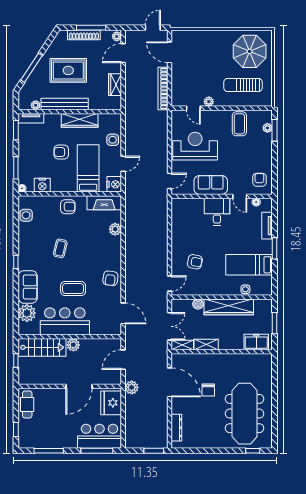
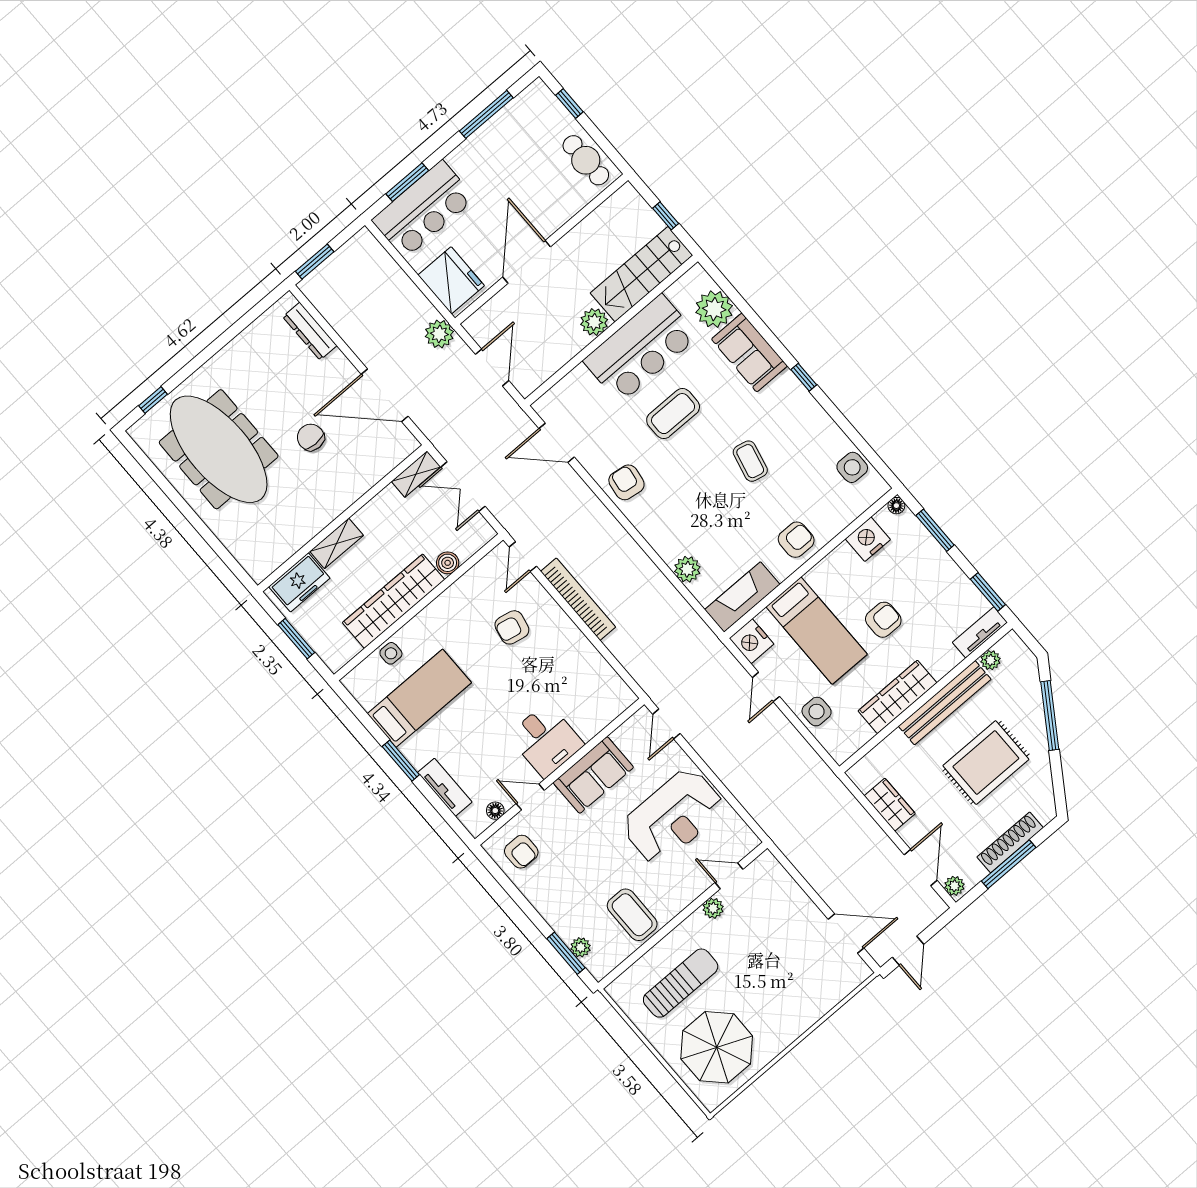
bookcase: (163, 88) -> (578, 599), moved
armchair: (68, 207) -> (796, 540), turned 180
shelving: (206, 345) -> (337, 543), moved
window: (97, 451) -> (407, 182), width x0.69

